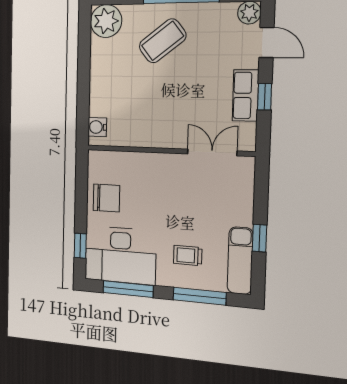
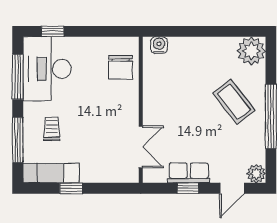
chair: (106, 198) -> (120, 67), moved

